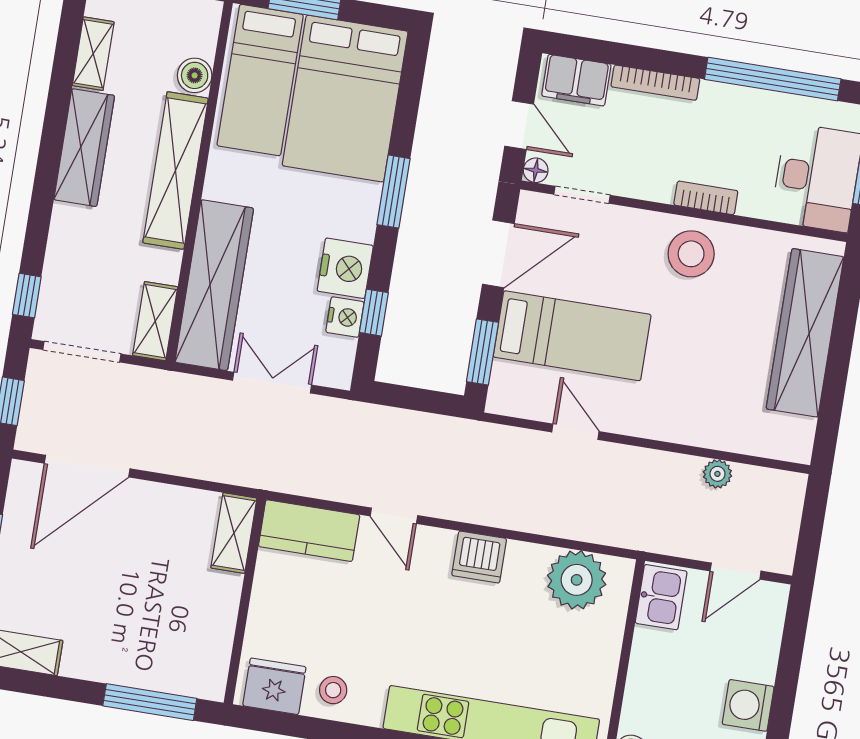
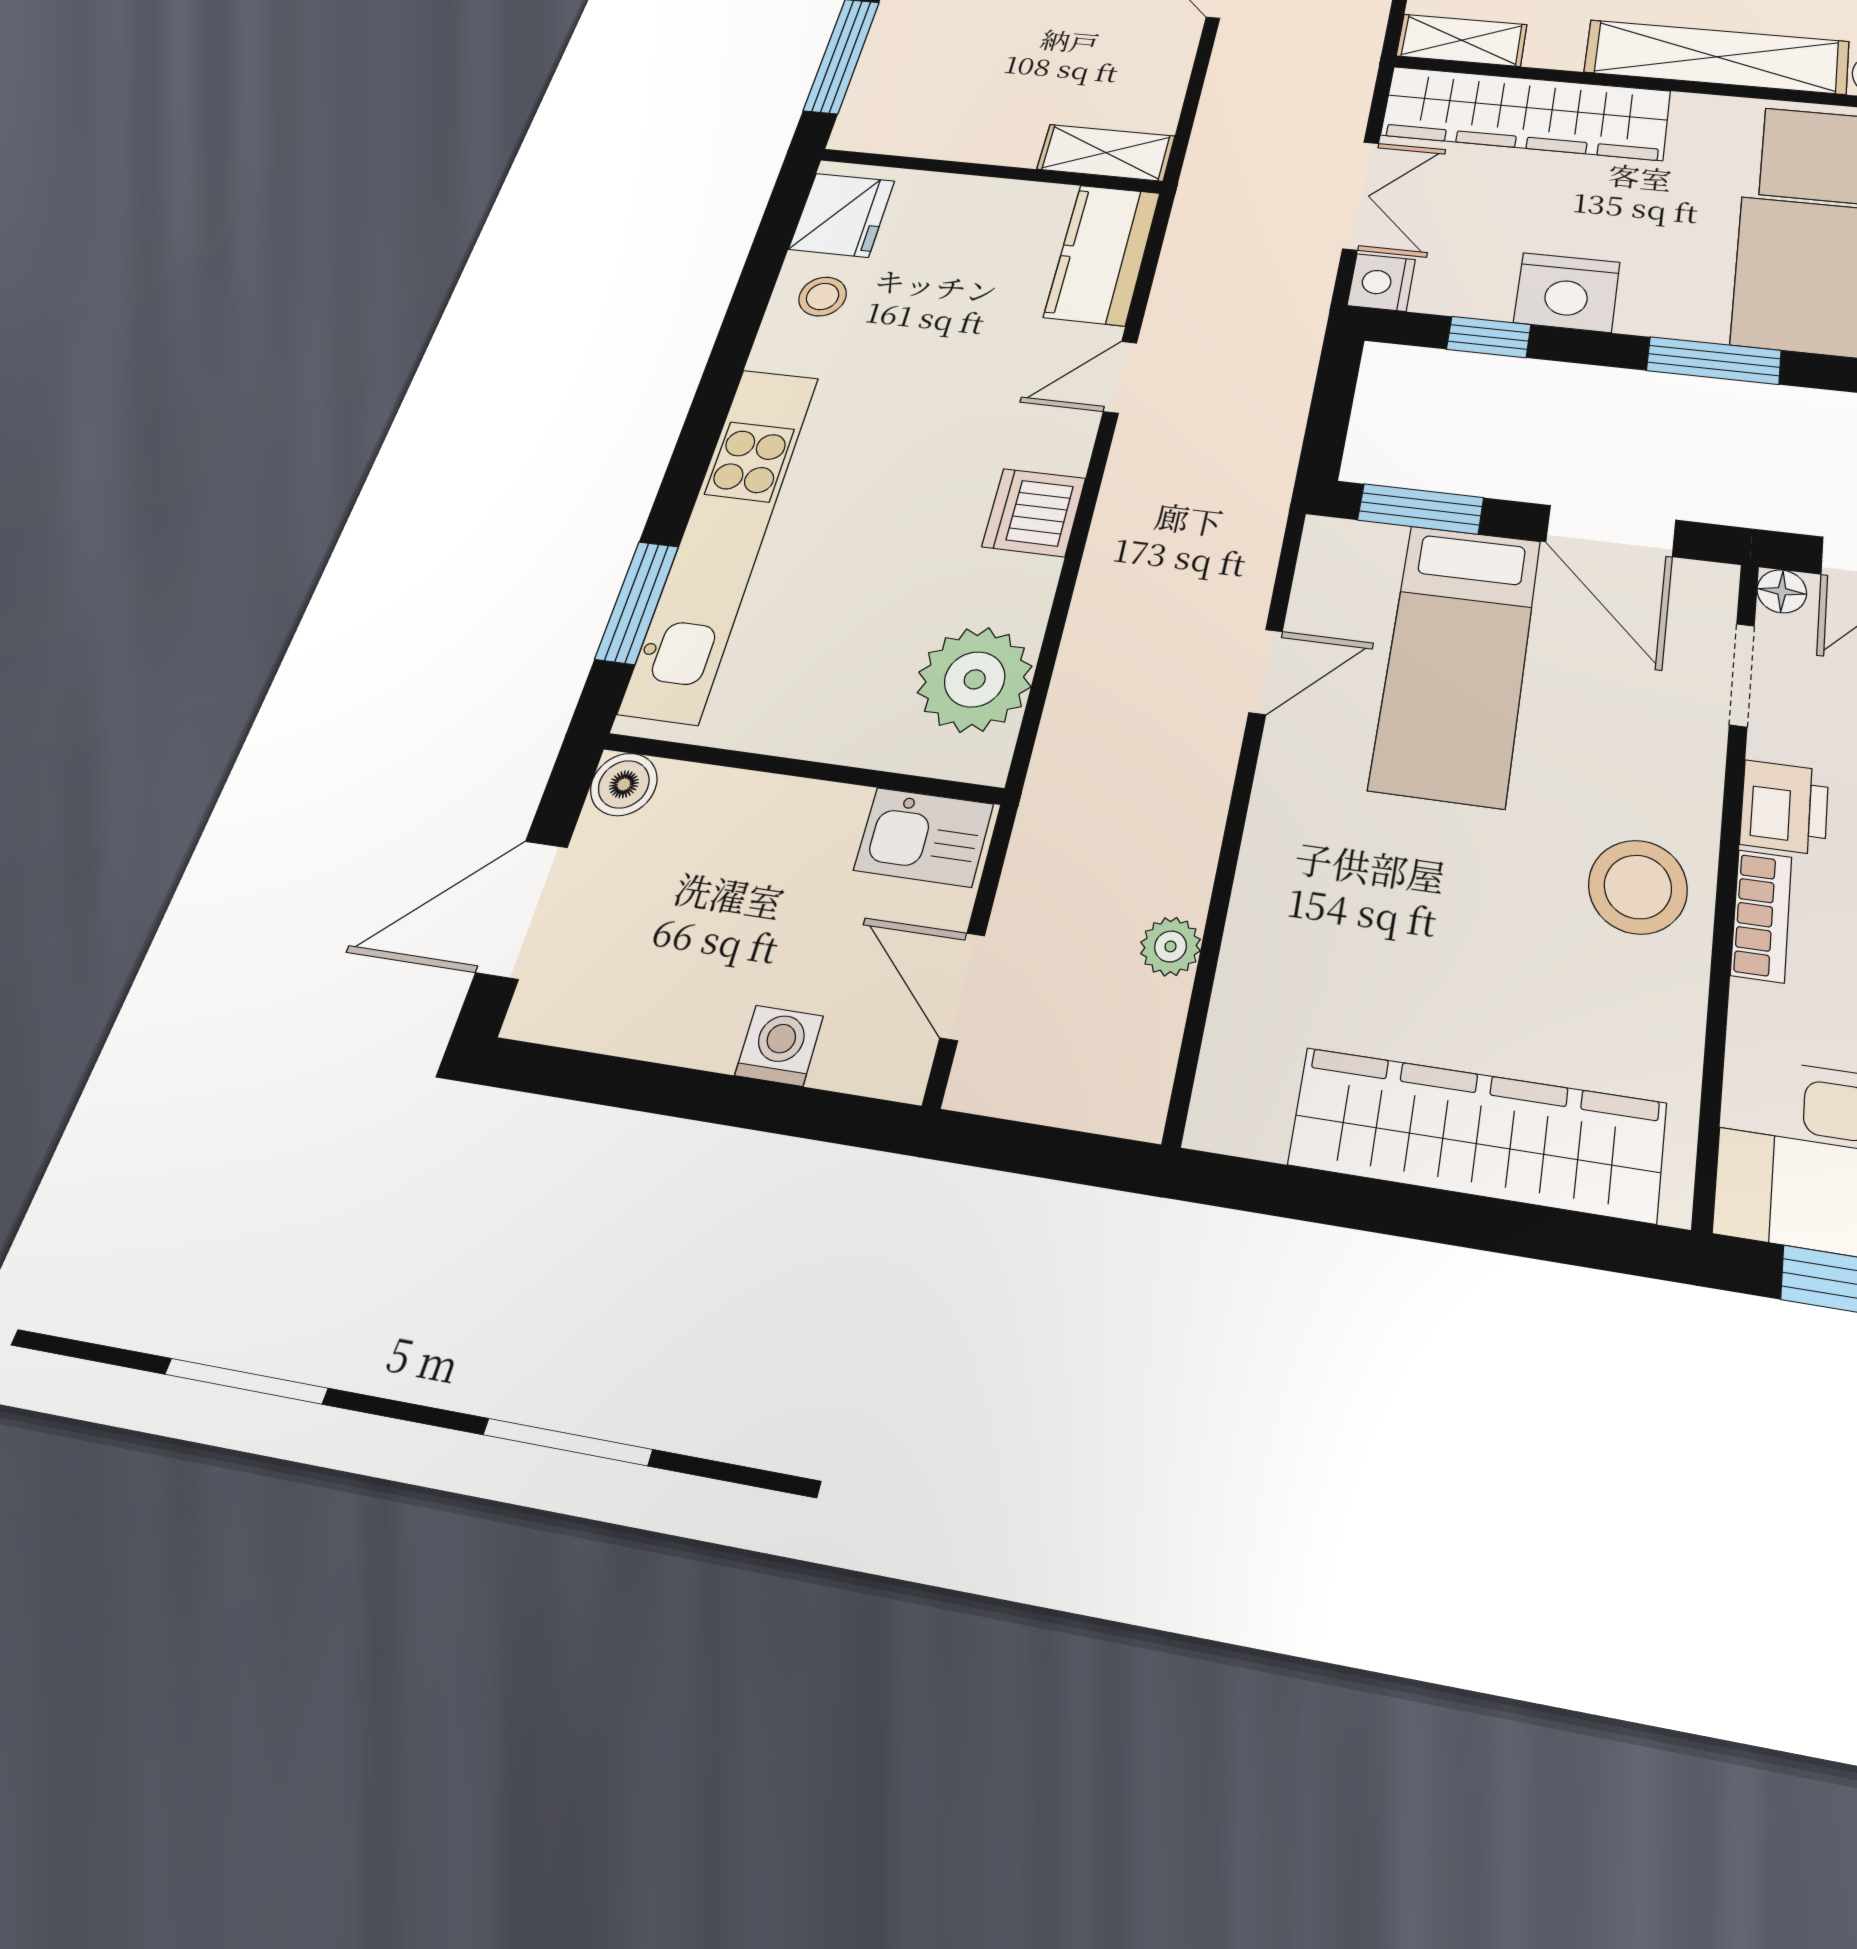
printer: (652, 181) -> (1784, 807), added
nightstand: (345, 317) -> (1381, 283), moved, turned 90
washing machine: (748, 705) -> (779, 1046), moved, width x0.73, depth x0.73

